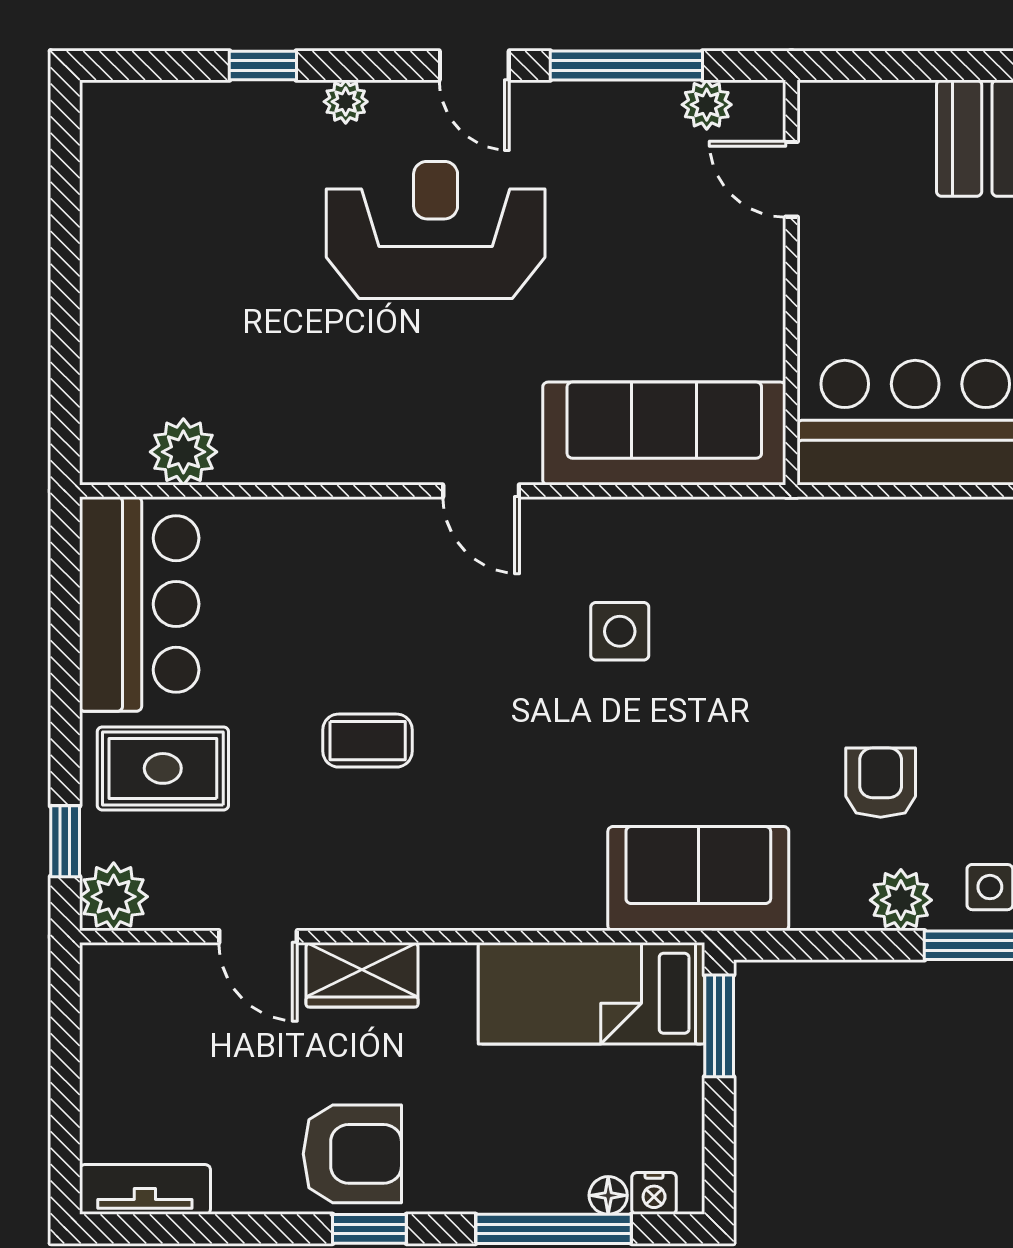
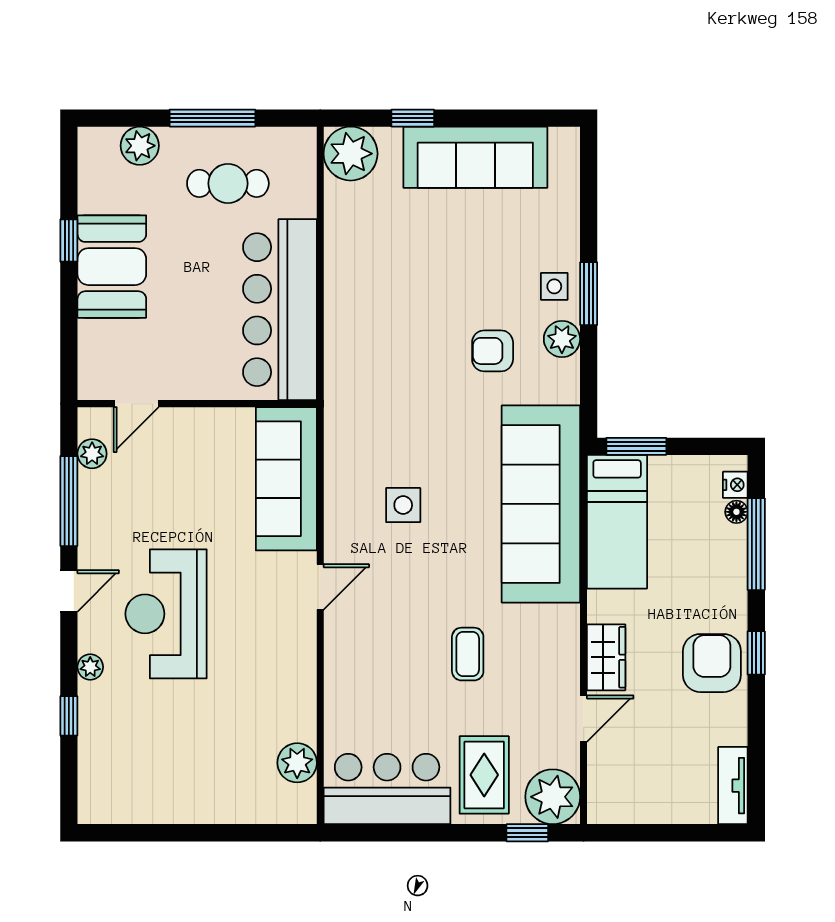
sofa: (698, 879) -> (541, 504), width x1.85, depth x1.27
plant: (114, 897) -> (553, 797), width x1.36, depth x1.36

